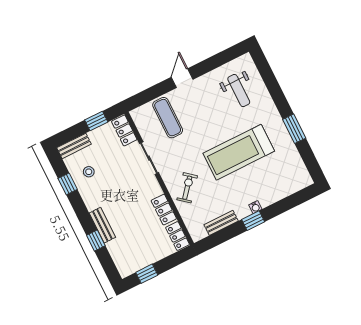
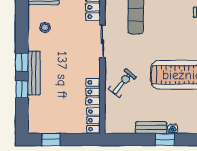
window: (68, 184) -> (22, 62), moved
bench: (221, 223) -> (151, 128), moved
bench: (102, 225) -> (34, 73), width x1.36

